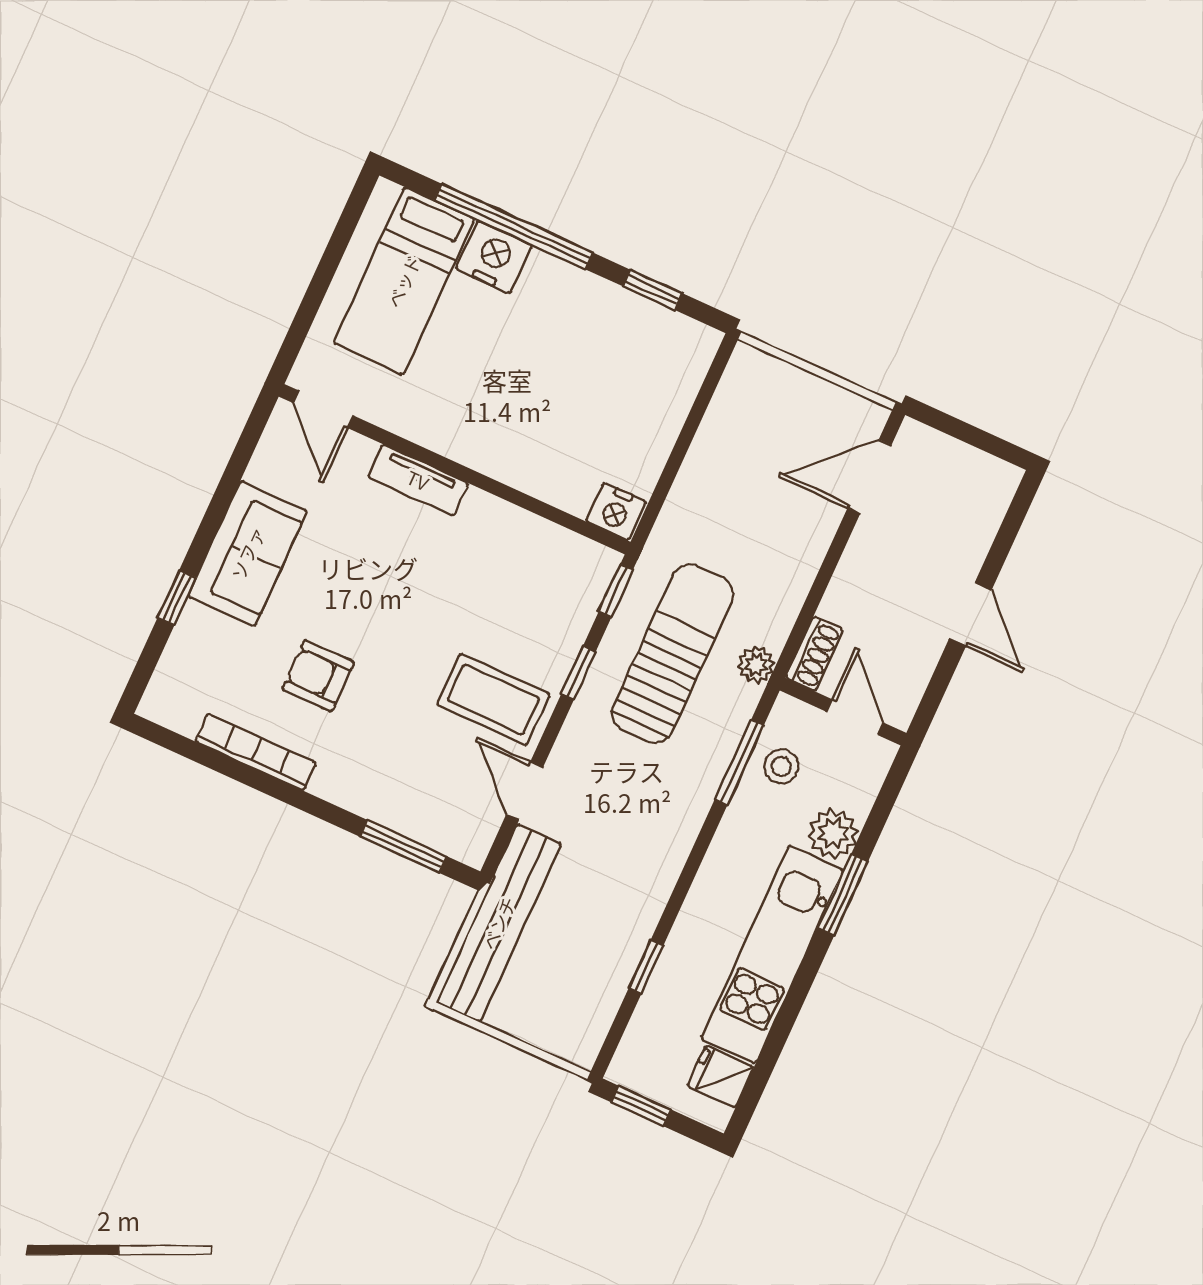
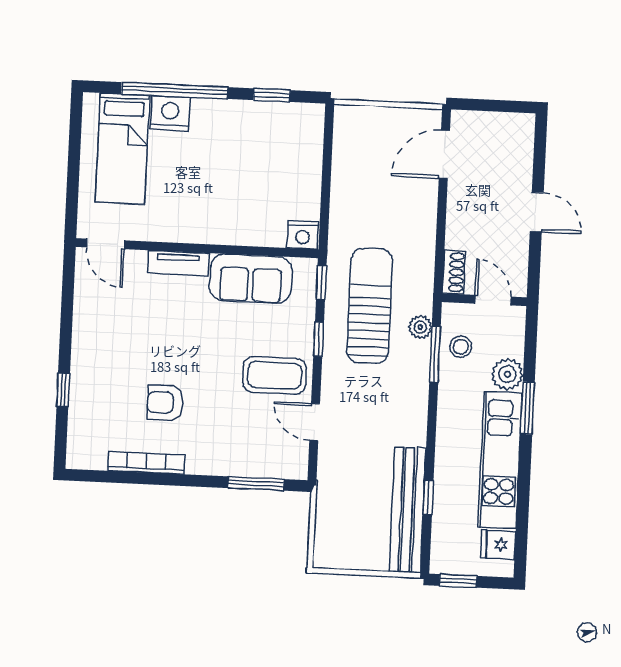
sofa: (248, 553) -> (251, 279), moved, turned 90
plant: (756, 665) -> (420, 327), moved
bench: (499, 923) -> (408, 510), moved

